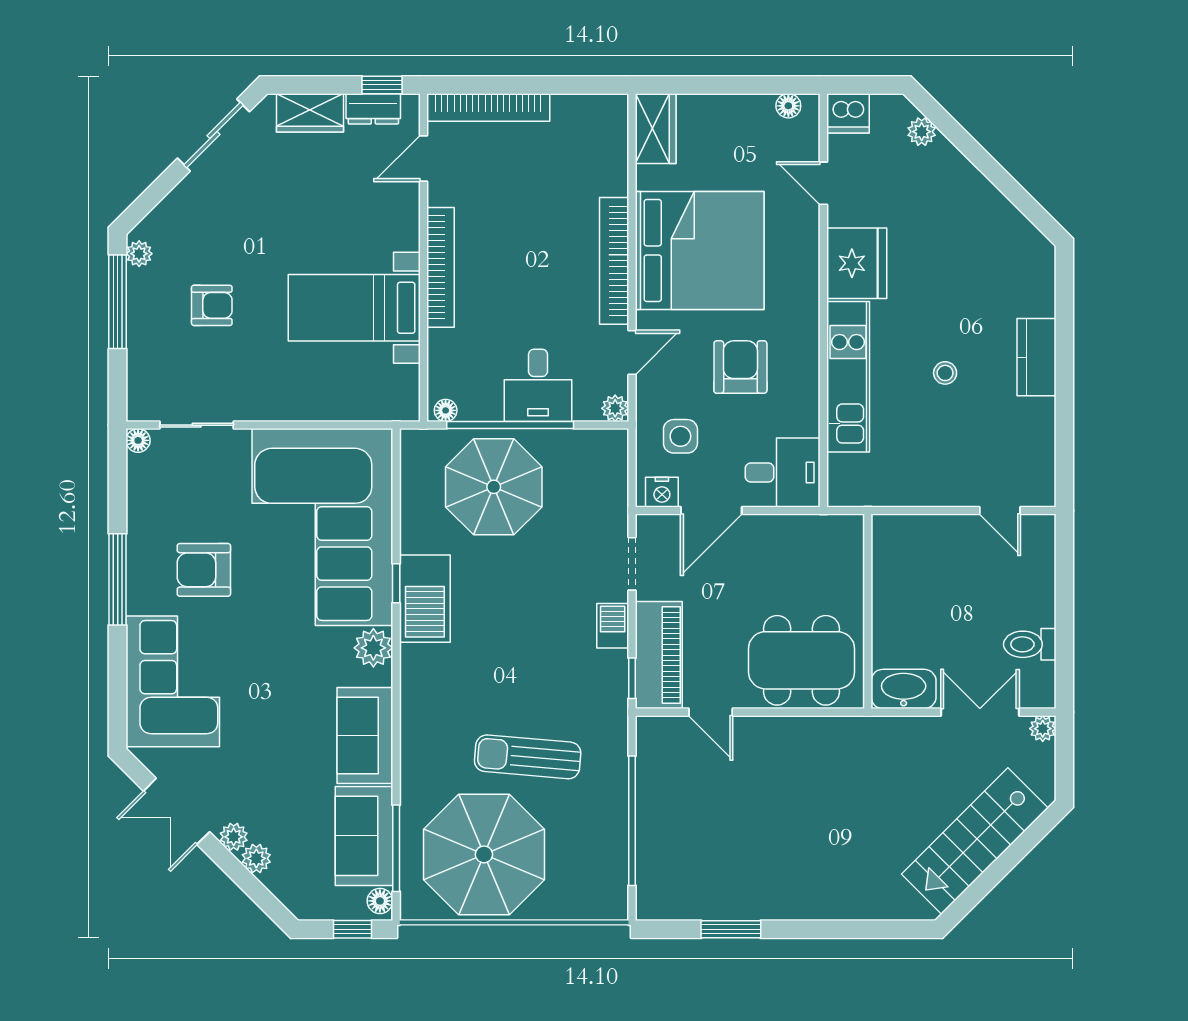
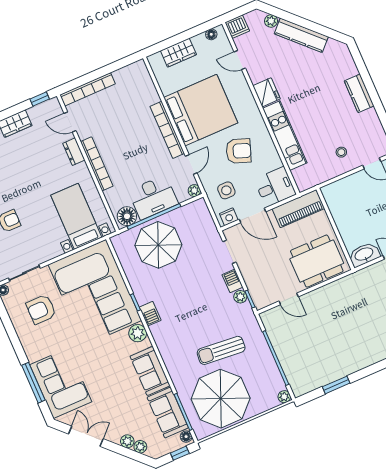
dresser: (373, 109) -> (74, 152), moved, turned 90
wardrobe: (656, 129) -> (178, 53), moved, turned 90
door: (423, 158) -> (70, 122), hinge flipped
kitchen counter: (971, 188) -> (301, 35), added
fridge: (857, 263) -> (266, 92), width x0.73, depth x0.75
bed with nightstands: (354, 308) -> (76, 216), moved, turned 90
armchair: (740, 367) -> (239, 151), turned 110
stool: (945, 373) -> (341, 152), moved
desk: (538, 385) -> (153, 197), width x1.37
floor lamp: (446, 410) -> (127, 216), width x1.89, depth x1.89
door: (711, 511) -> (252, 215), hinge flipped
armchair: (204, 570) -> (41, 309), moved
window: (118, 579) -> (33, 383), moved
barbecue: (425, 599) -> (150, 314), width x0.53, depth x0.65
piano: (659, 655) -> (298, 209), moved, turned 90
plant: (614, 665) -> (240, 297), added
double door: (177, 811) -> (86, 436), swing flipped
plant: (234, 837) -> (140, 447), moved
plant: (615, 907) -> (284, 397), added

